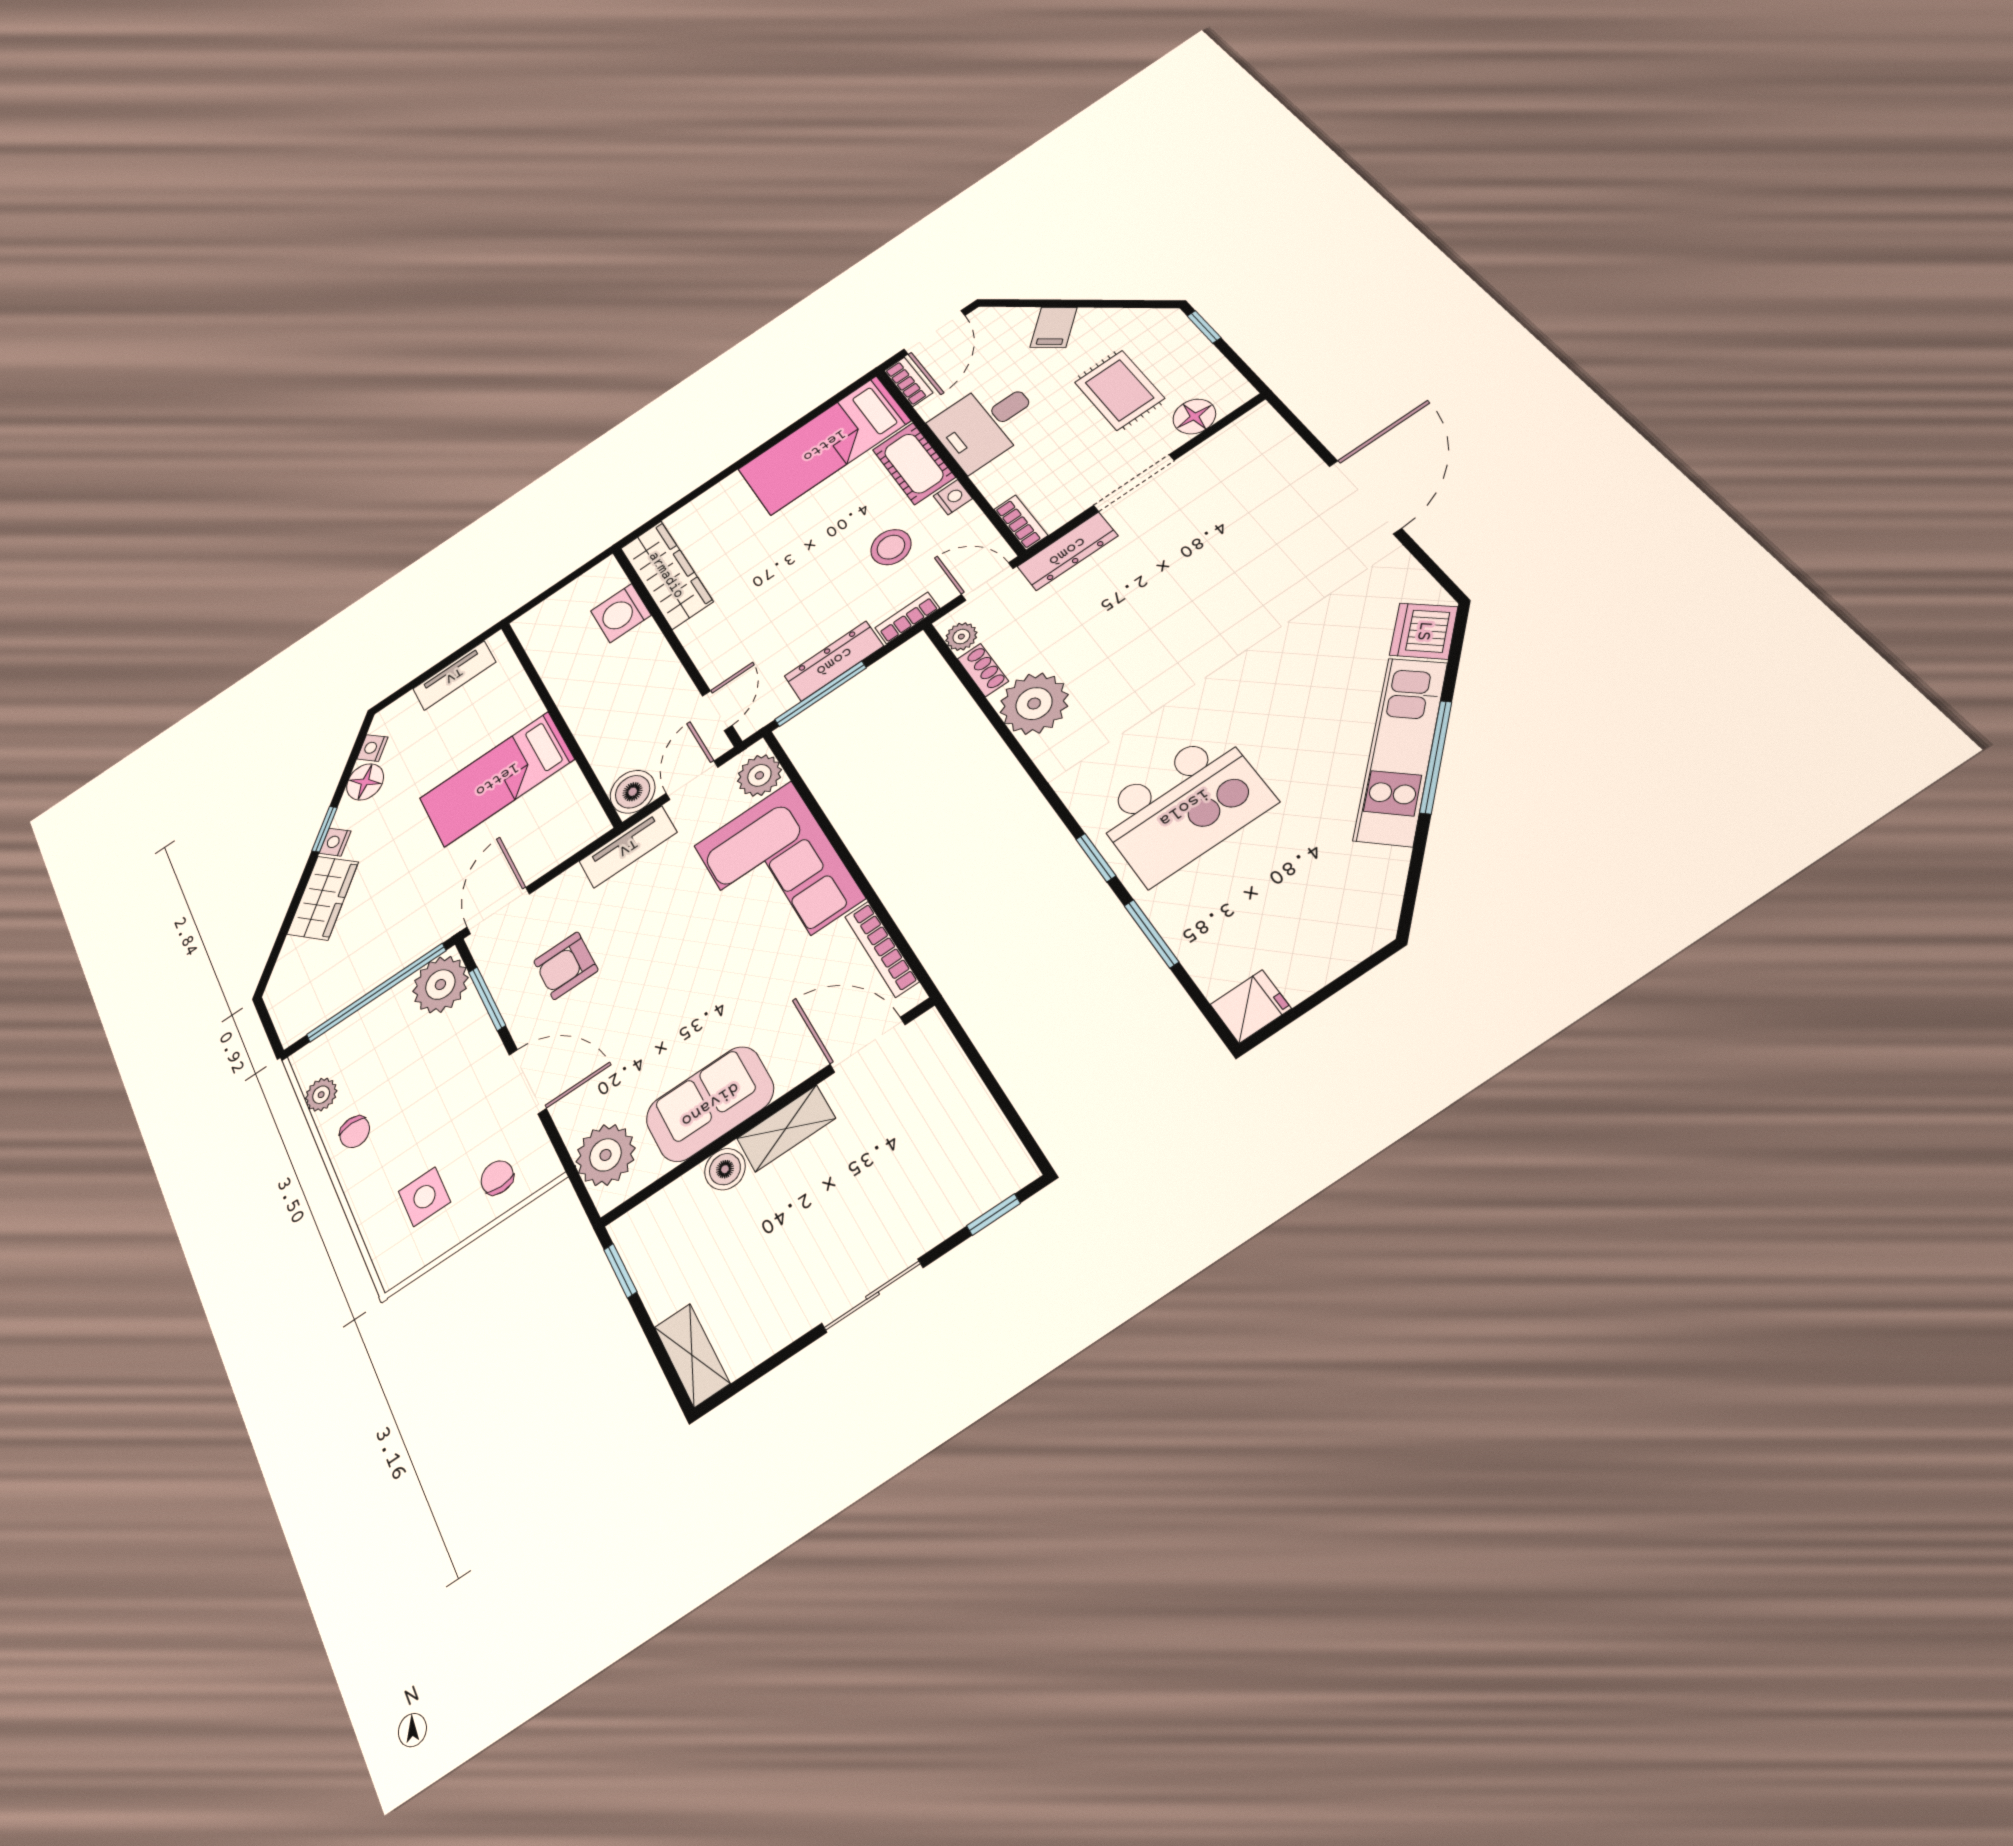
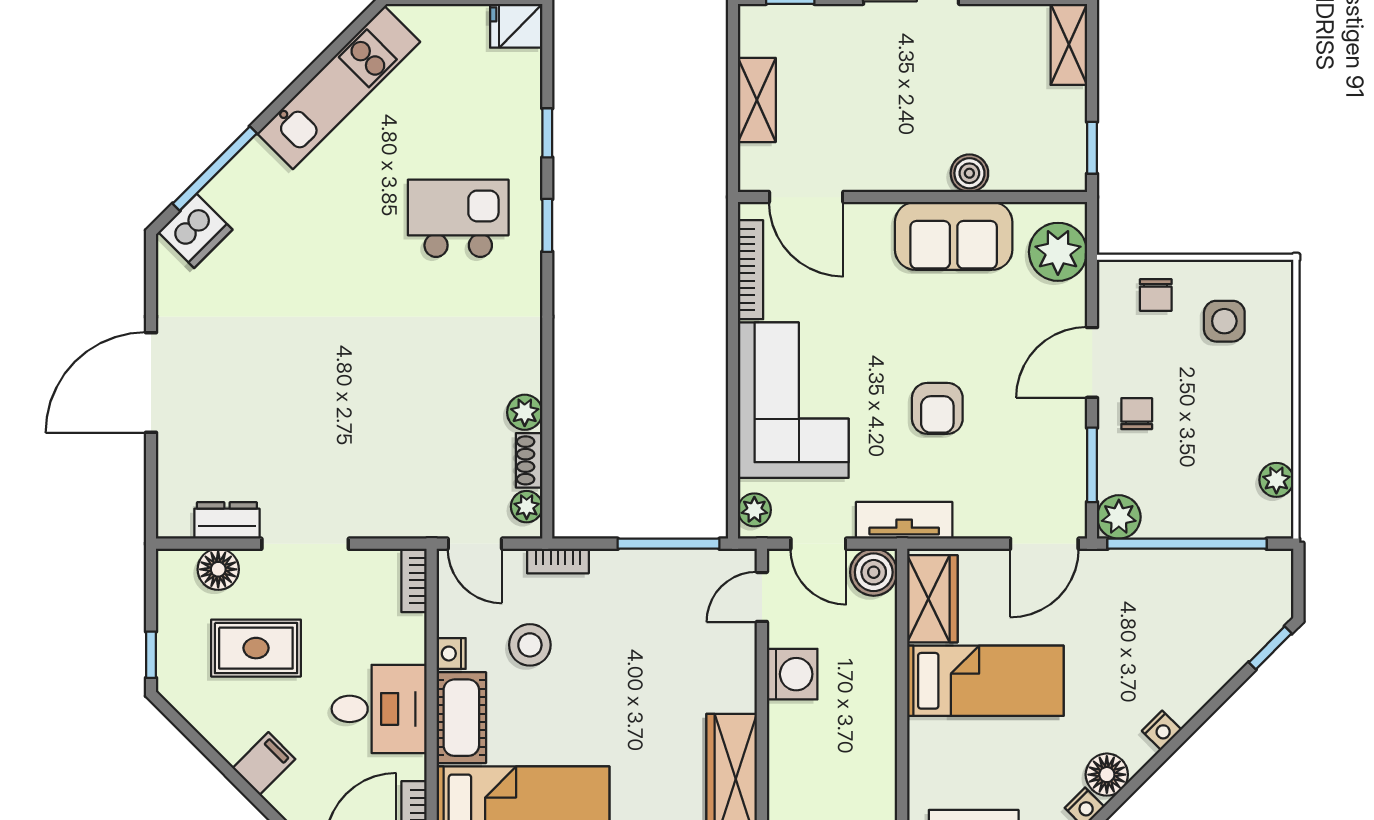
rug: (1119, 390) -> (256, 648), turned 90
dresser: (1067, 551) -> (227, 520), moved, width x0.70
washing machine: (621, 613) -> (792, 674), moved
dresser: (834, 661) -> (640, 567), removed
plant: (1034, 704) -> (525, 412), width x0.53, depth x0.53
kitchen unit: (1401, 751) -> (339, 88), moved
window: (1436, 757) -> (215, 168), moved
plant: (759, 775) -> (754, 510), width x0.73, depth x0.73
door: (692, 780) -> (818, 544), hinge flipped
kitchen island: (1184, 807) -> (458, 218), width x0.73, depth x0.78
window: (324, 829) -> (1270, 648), moved
wardrobe: (323, 898) -> (932, 599), moved, turned 135
window: (1151, 934) -> (547, 133), width x0.67
armchair: (566, 966) -> (937, 408), moved, turned 90
plant: (440, 985) -> (1119, 517), width x0.73, depth x0.73
door: (528, 1081) -> (1092, 362), hinge flipped
shelving: (786, 1128) -> (757, 100), moved, turned 90
chair: (355, 1132) -> (1137, 414), moved

